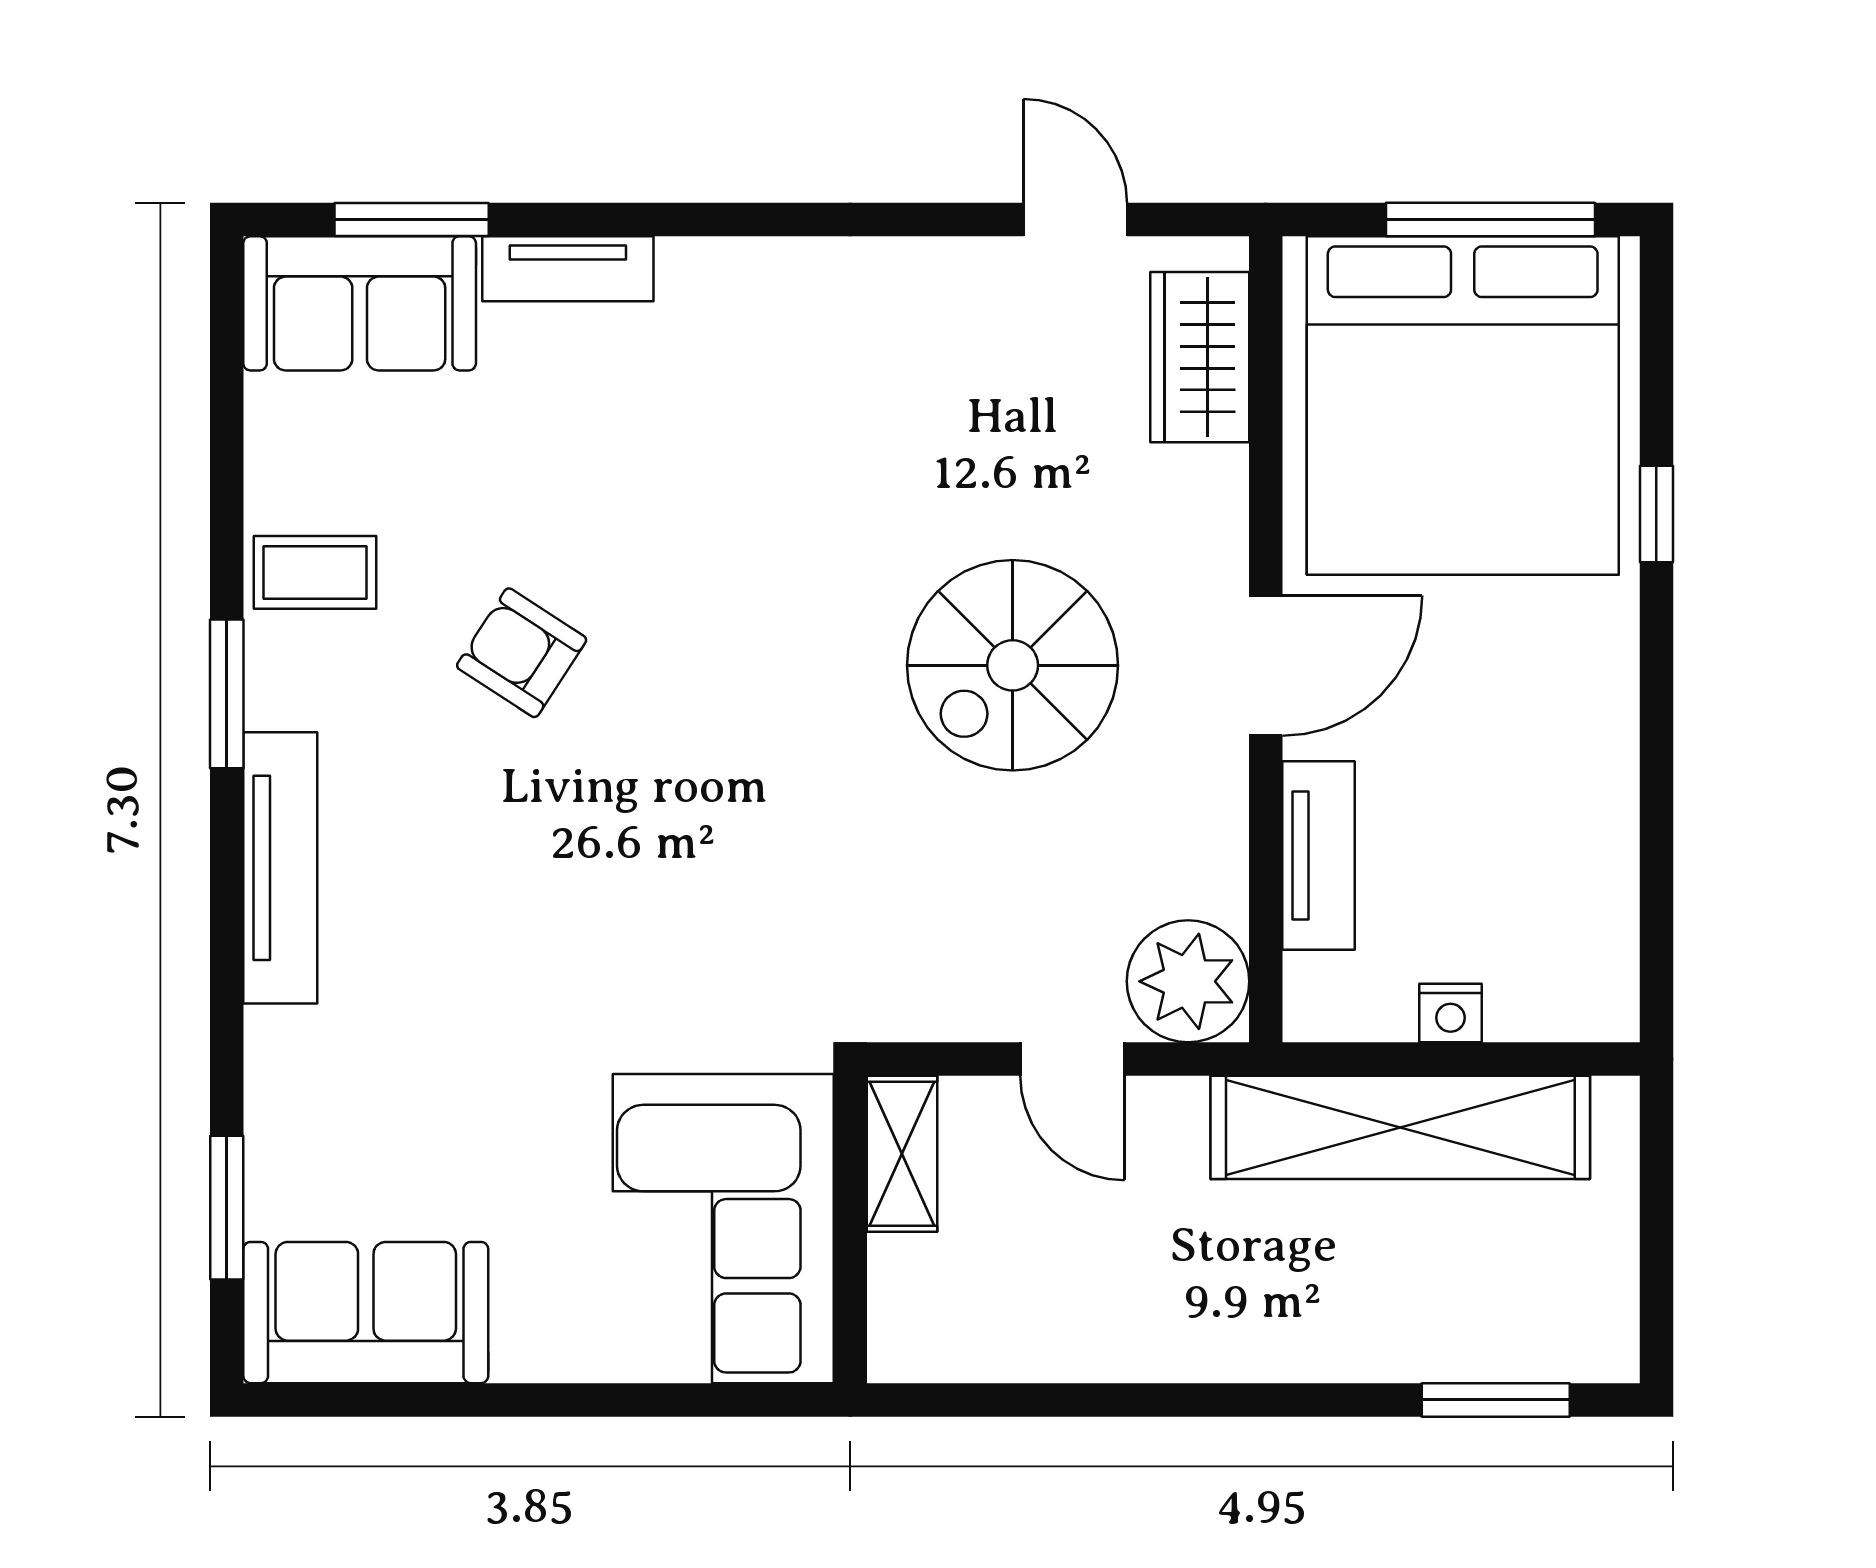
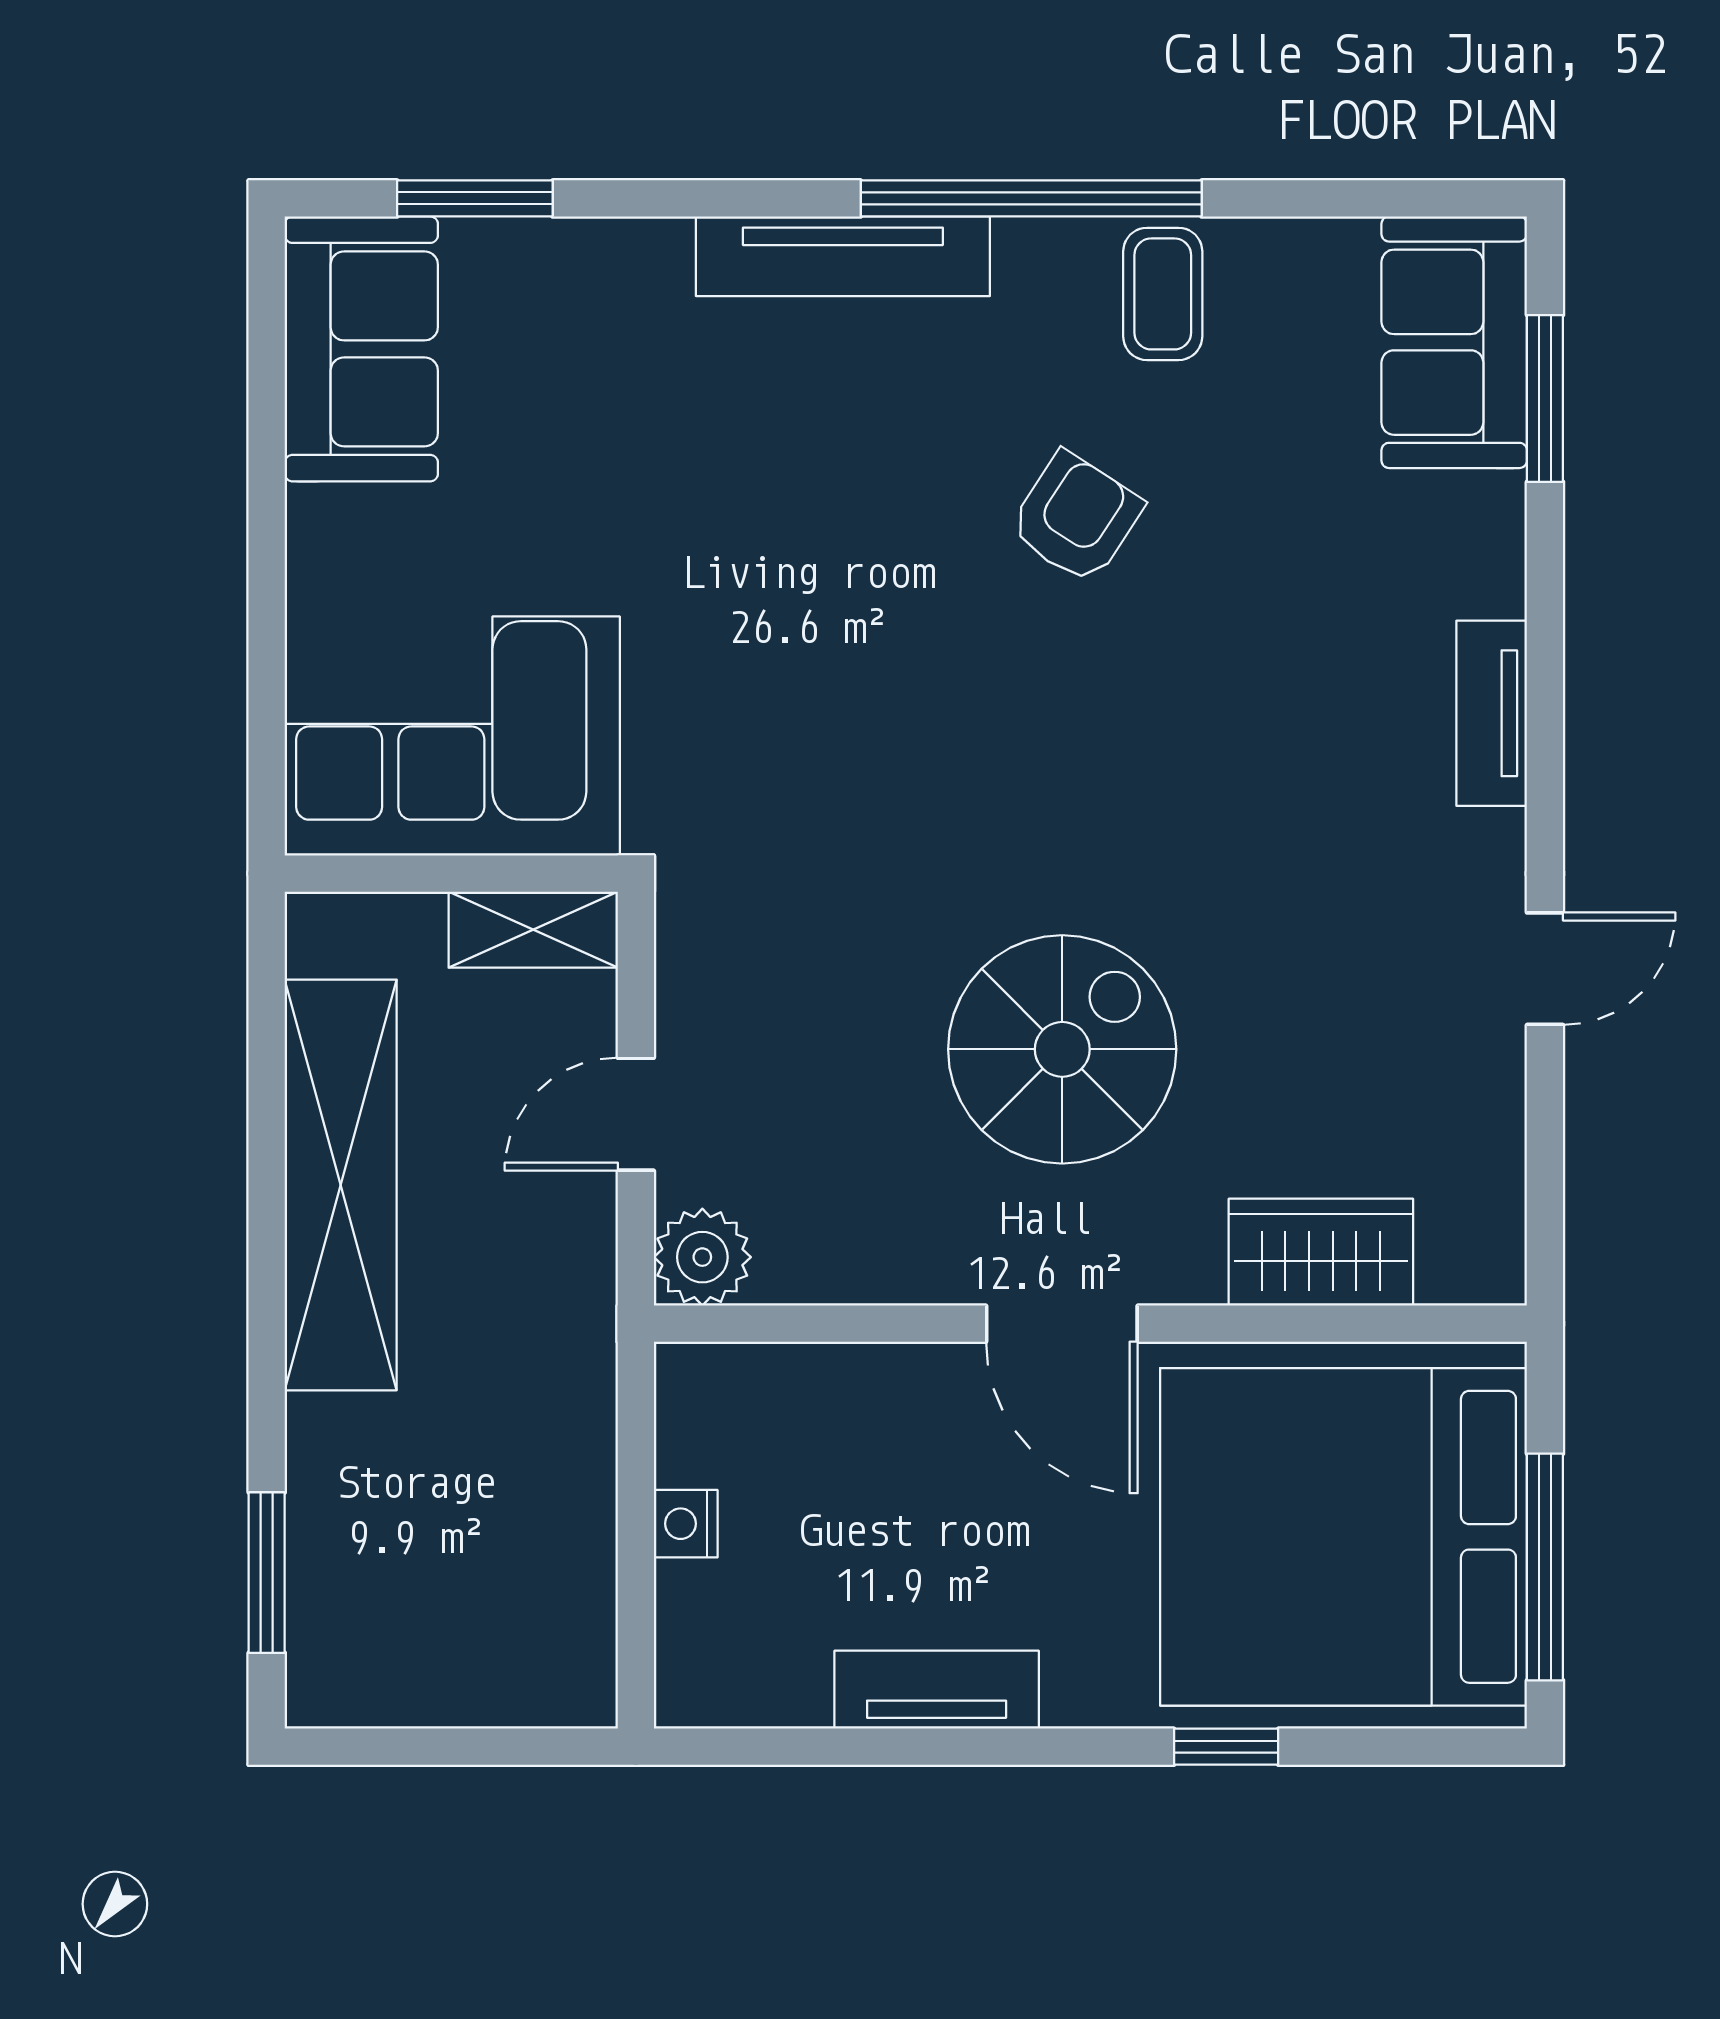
door: (1075, 220) -> (1545, 969), moved
tv unit: (568, 269) -> (1492, 713), moved
wardrobe: (1200, 357) -> (1321, 1252), moved
spiral stairs: (1013, 665) -> (1062, 1049), turned 90
window: (227, 694) -> (1031, 198), width x2.11
tv unit: (1318, 856) -> (937, 1690), moved, turned 180
plant: (1188, 981) -> (702, 1257), width x0.73, depth x0.73
shelving: (1400, 1127) -> (341, 1185), moved

